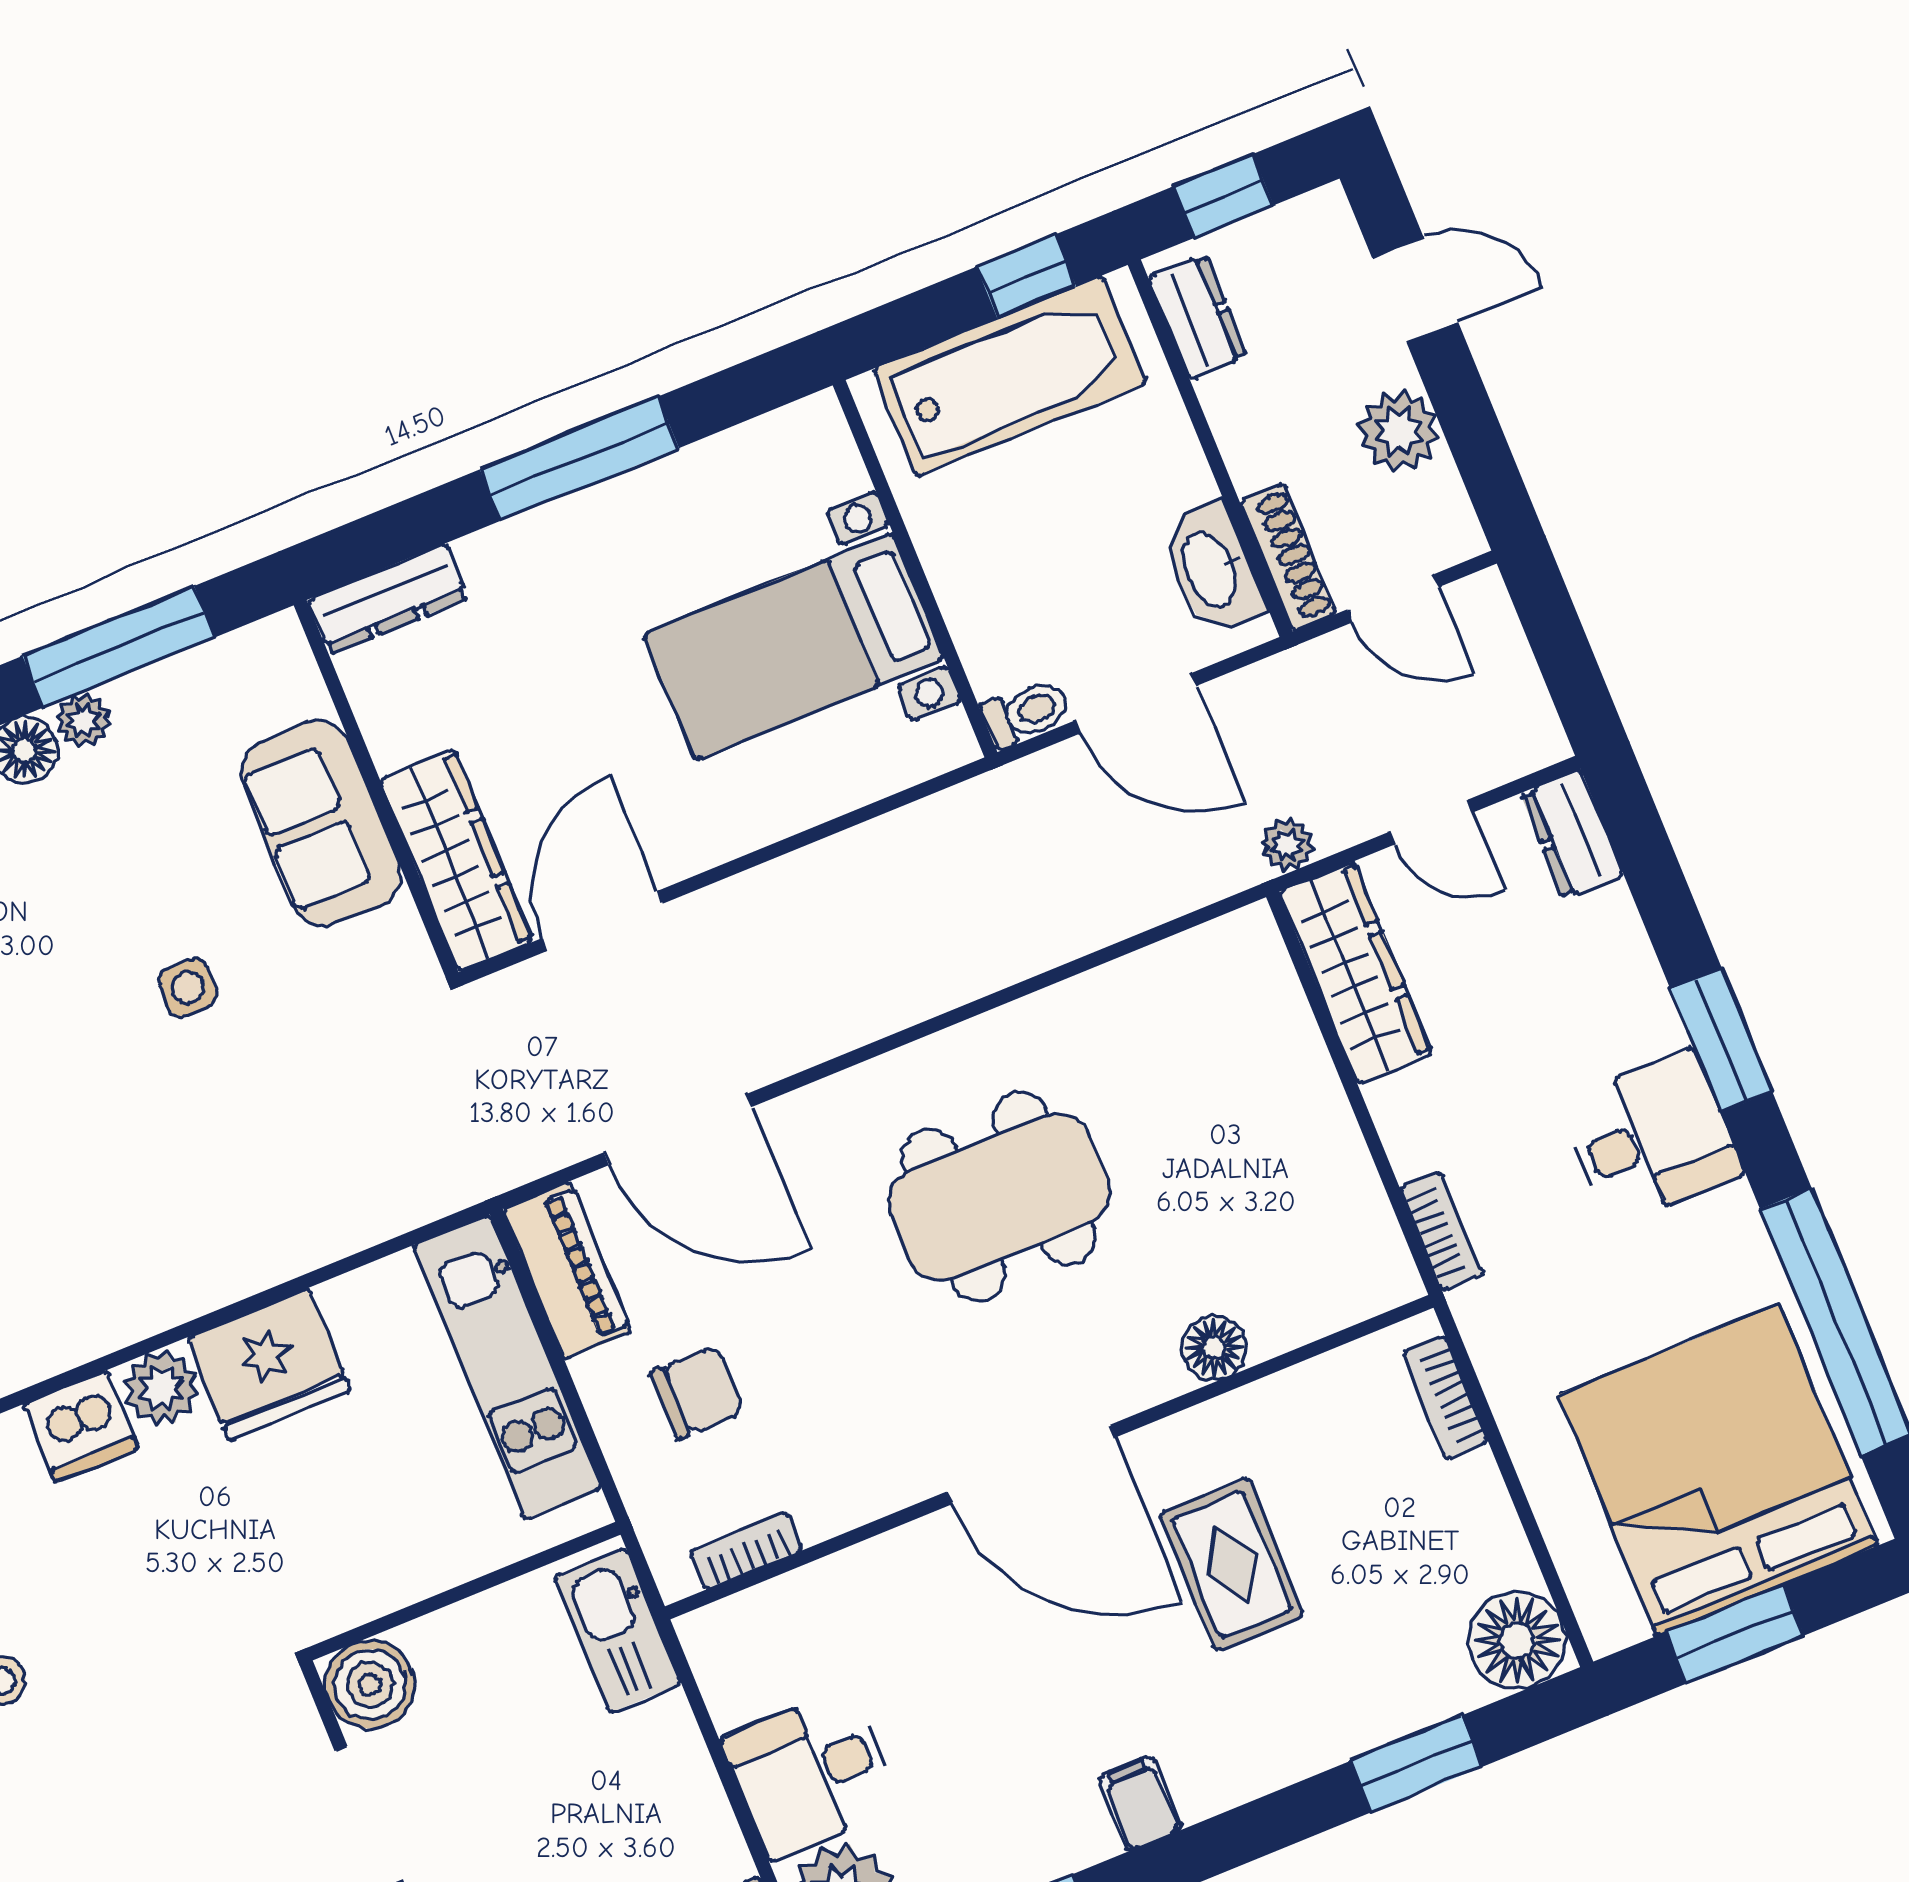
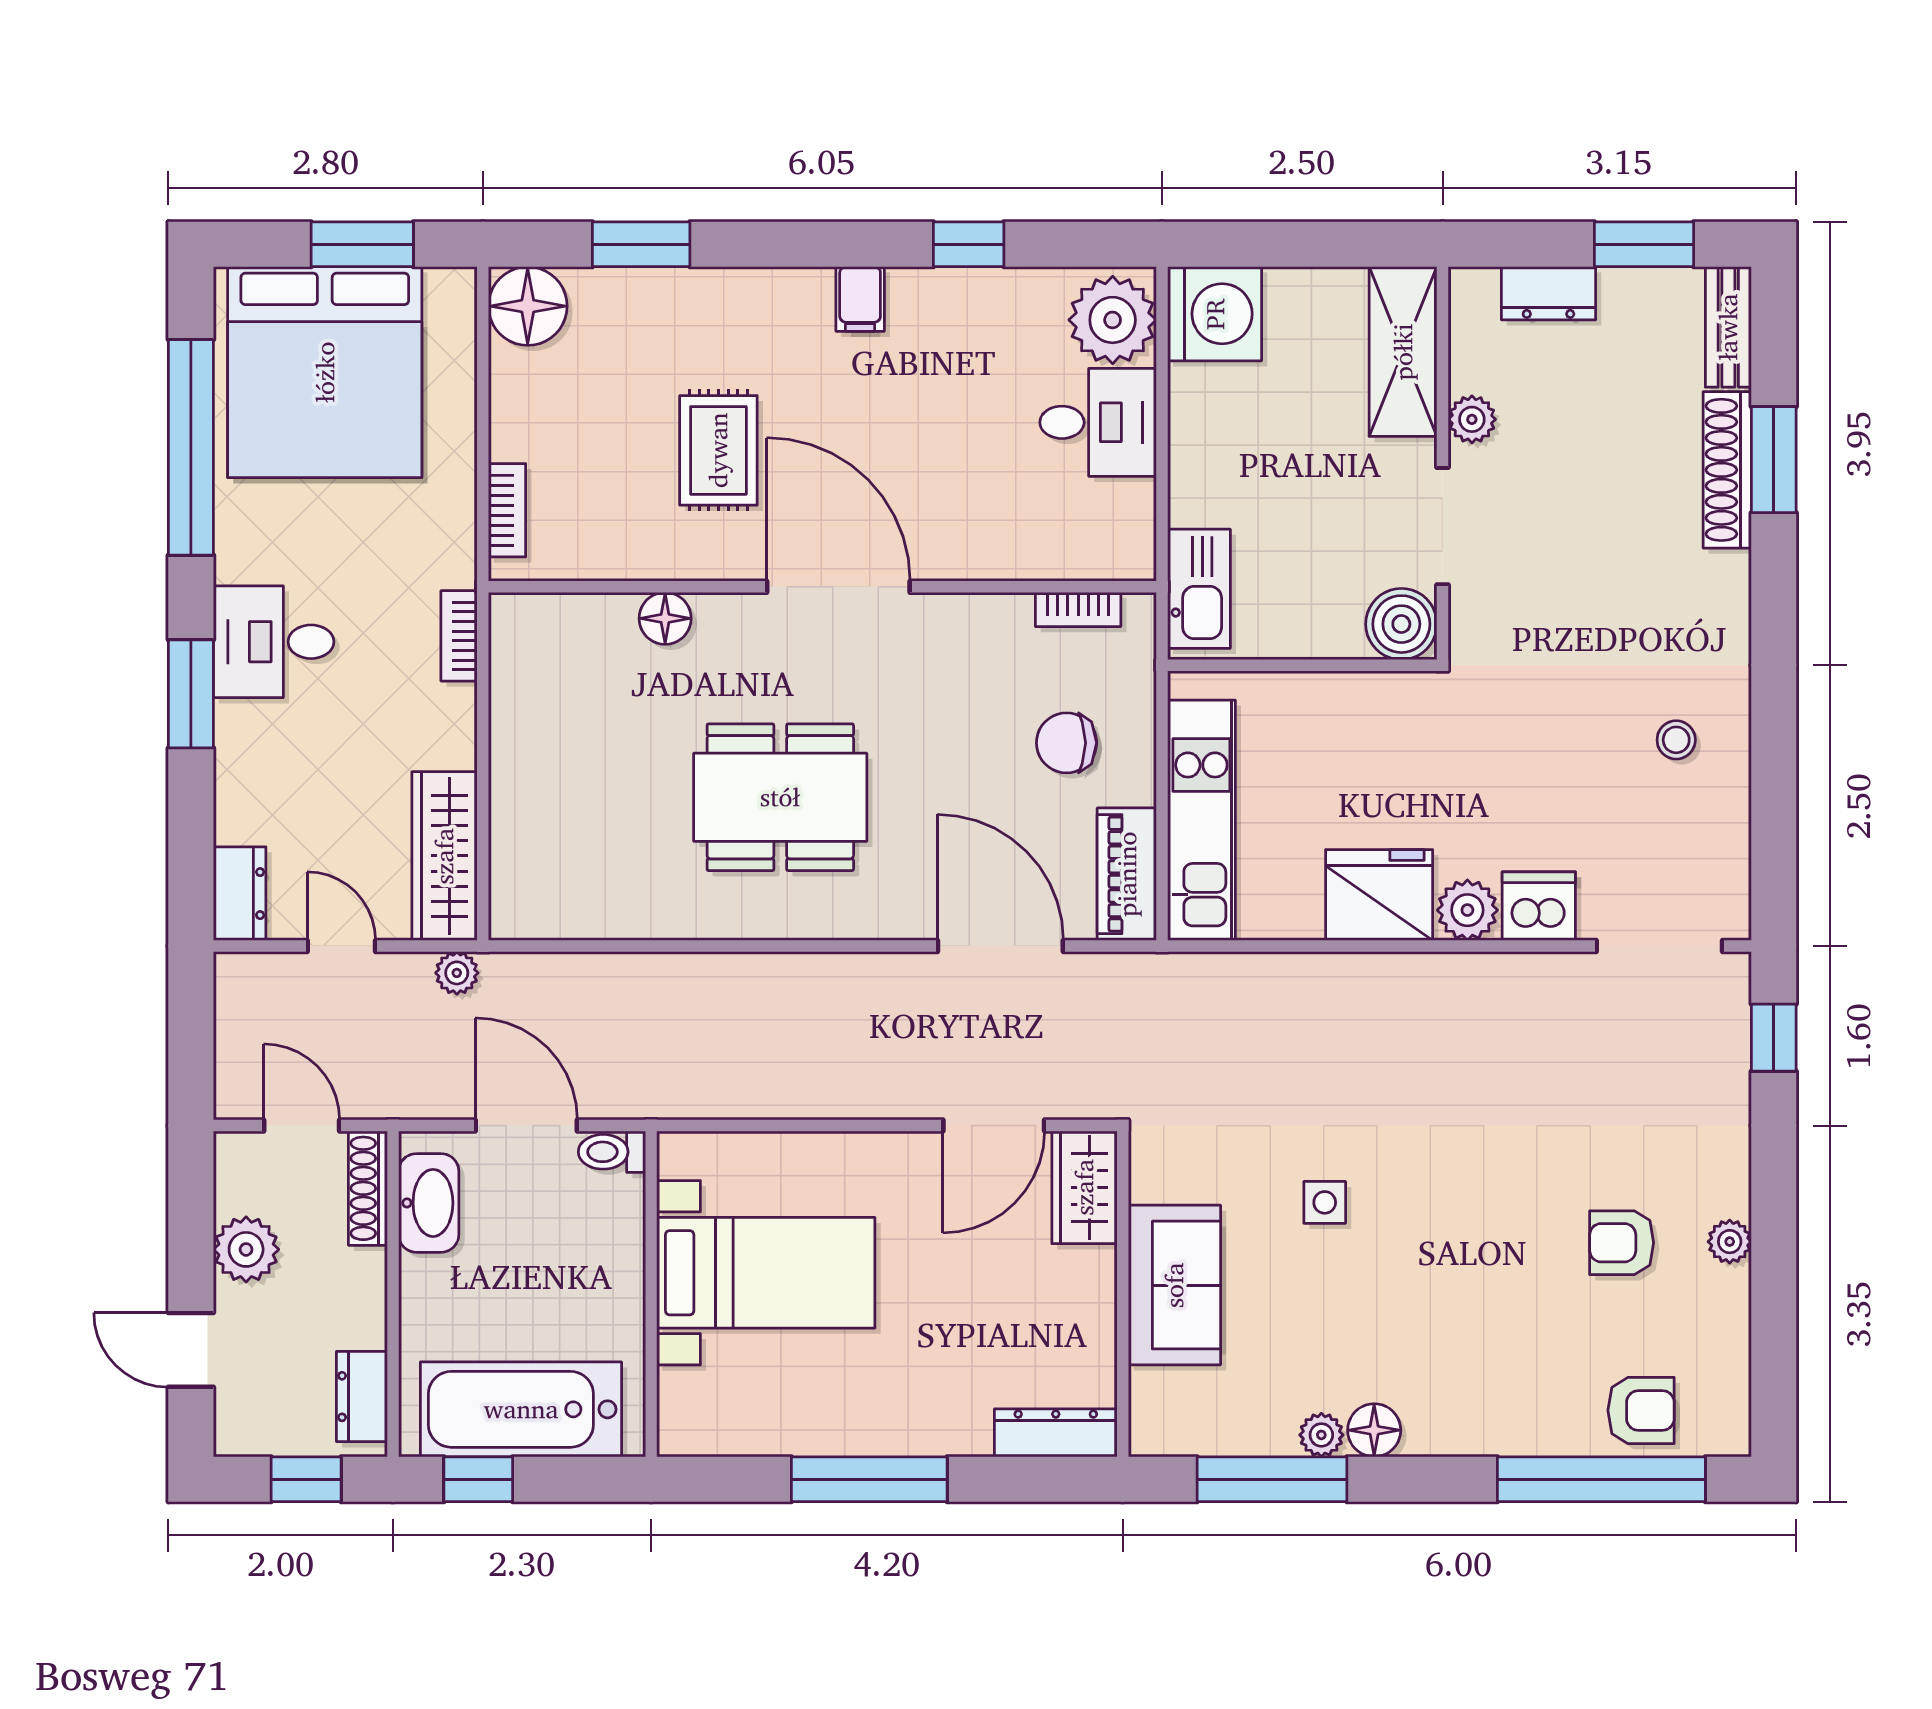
wardrobe: (456, 860) -> (1084, 1187), width x0.67

